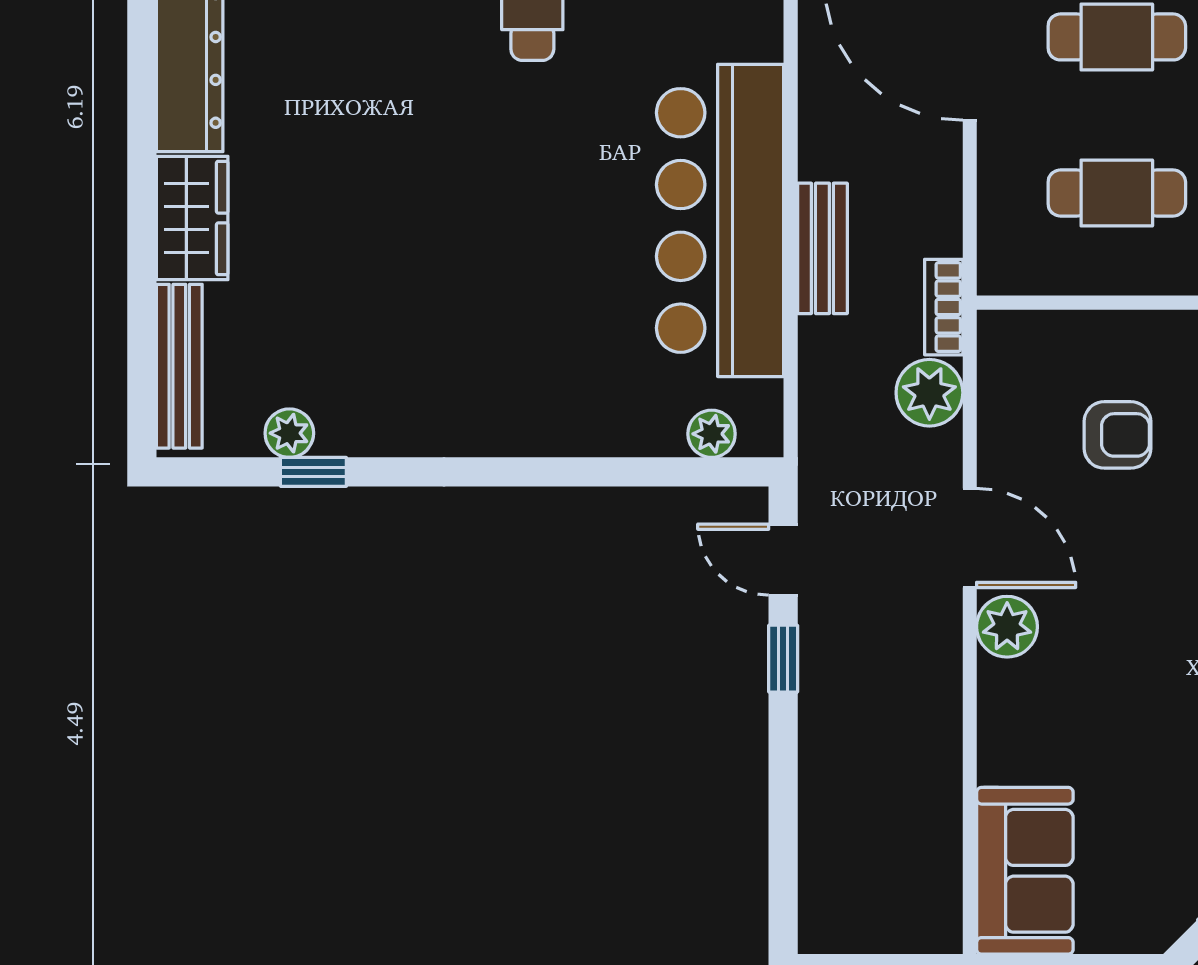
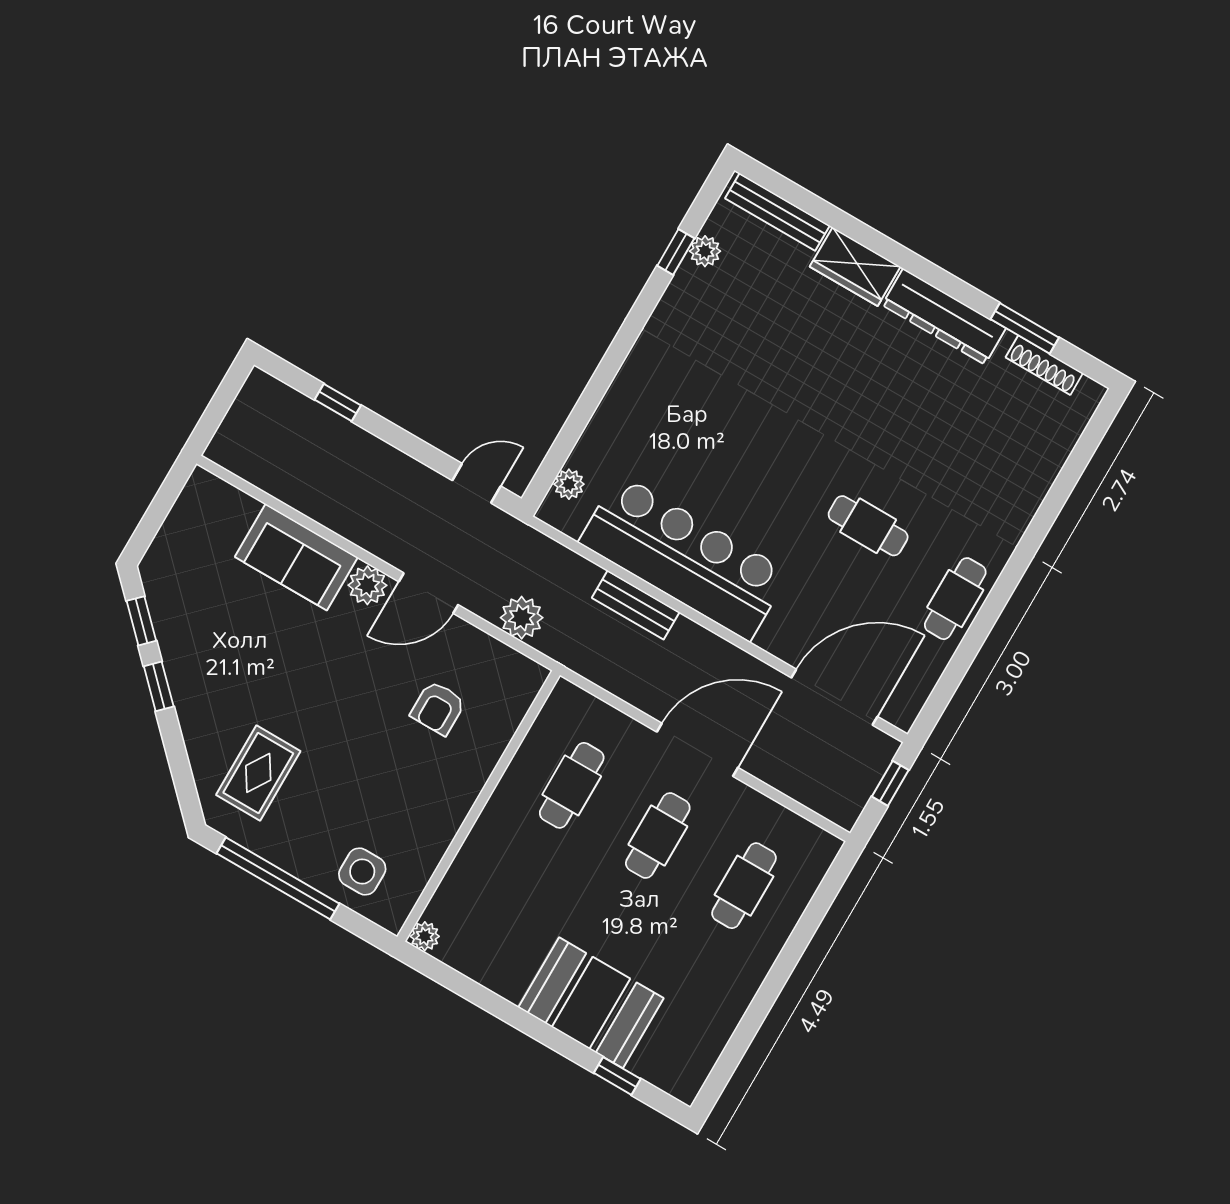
bookcase: (944, 307) -> (564, 653), removed
window: (783, 659) -> (338, 402), moved
sofa: (1025, 871) -> (296, 557), moved

